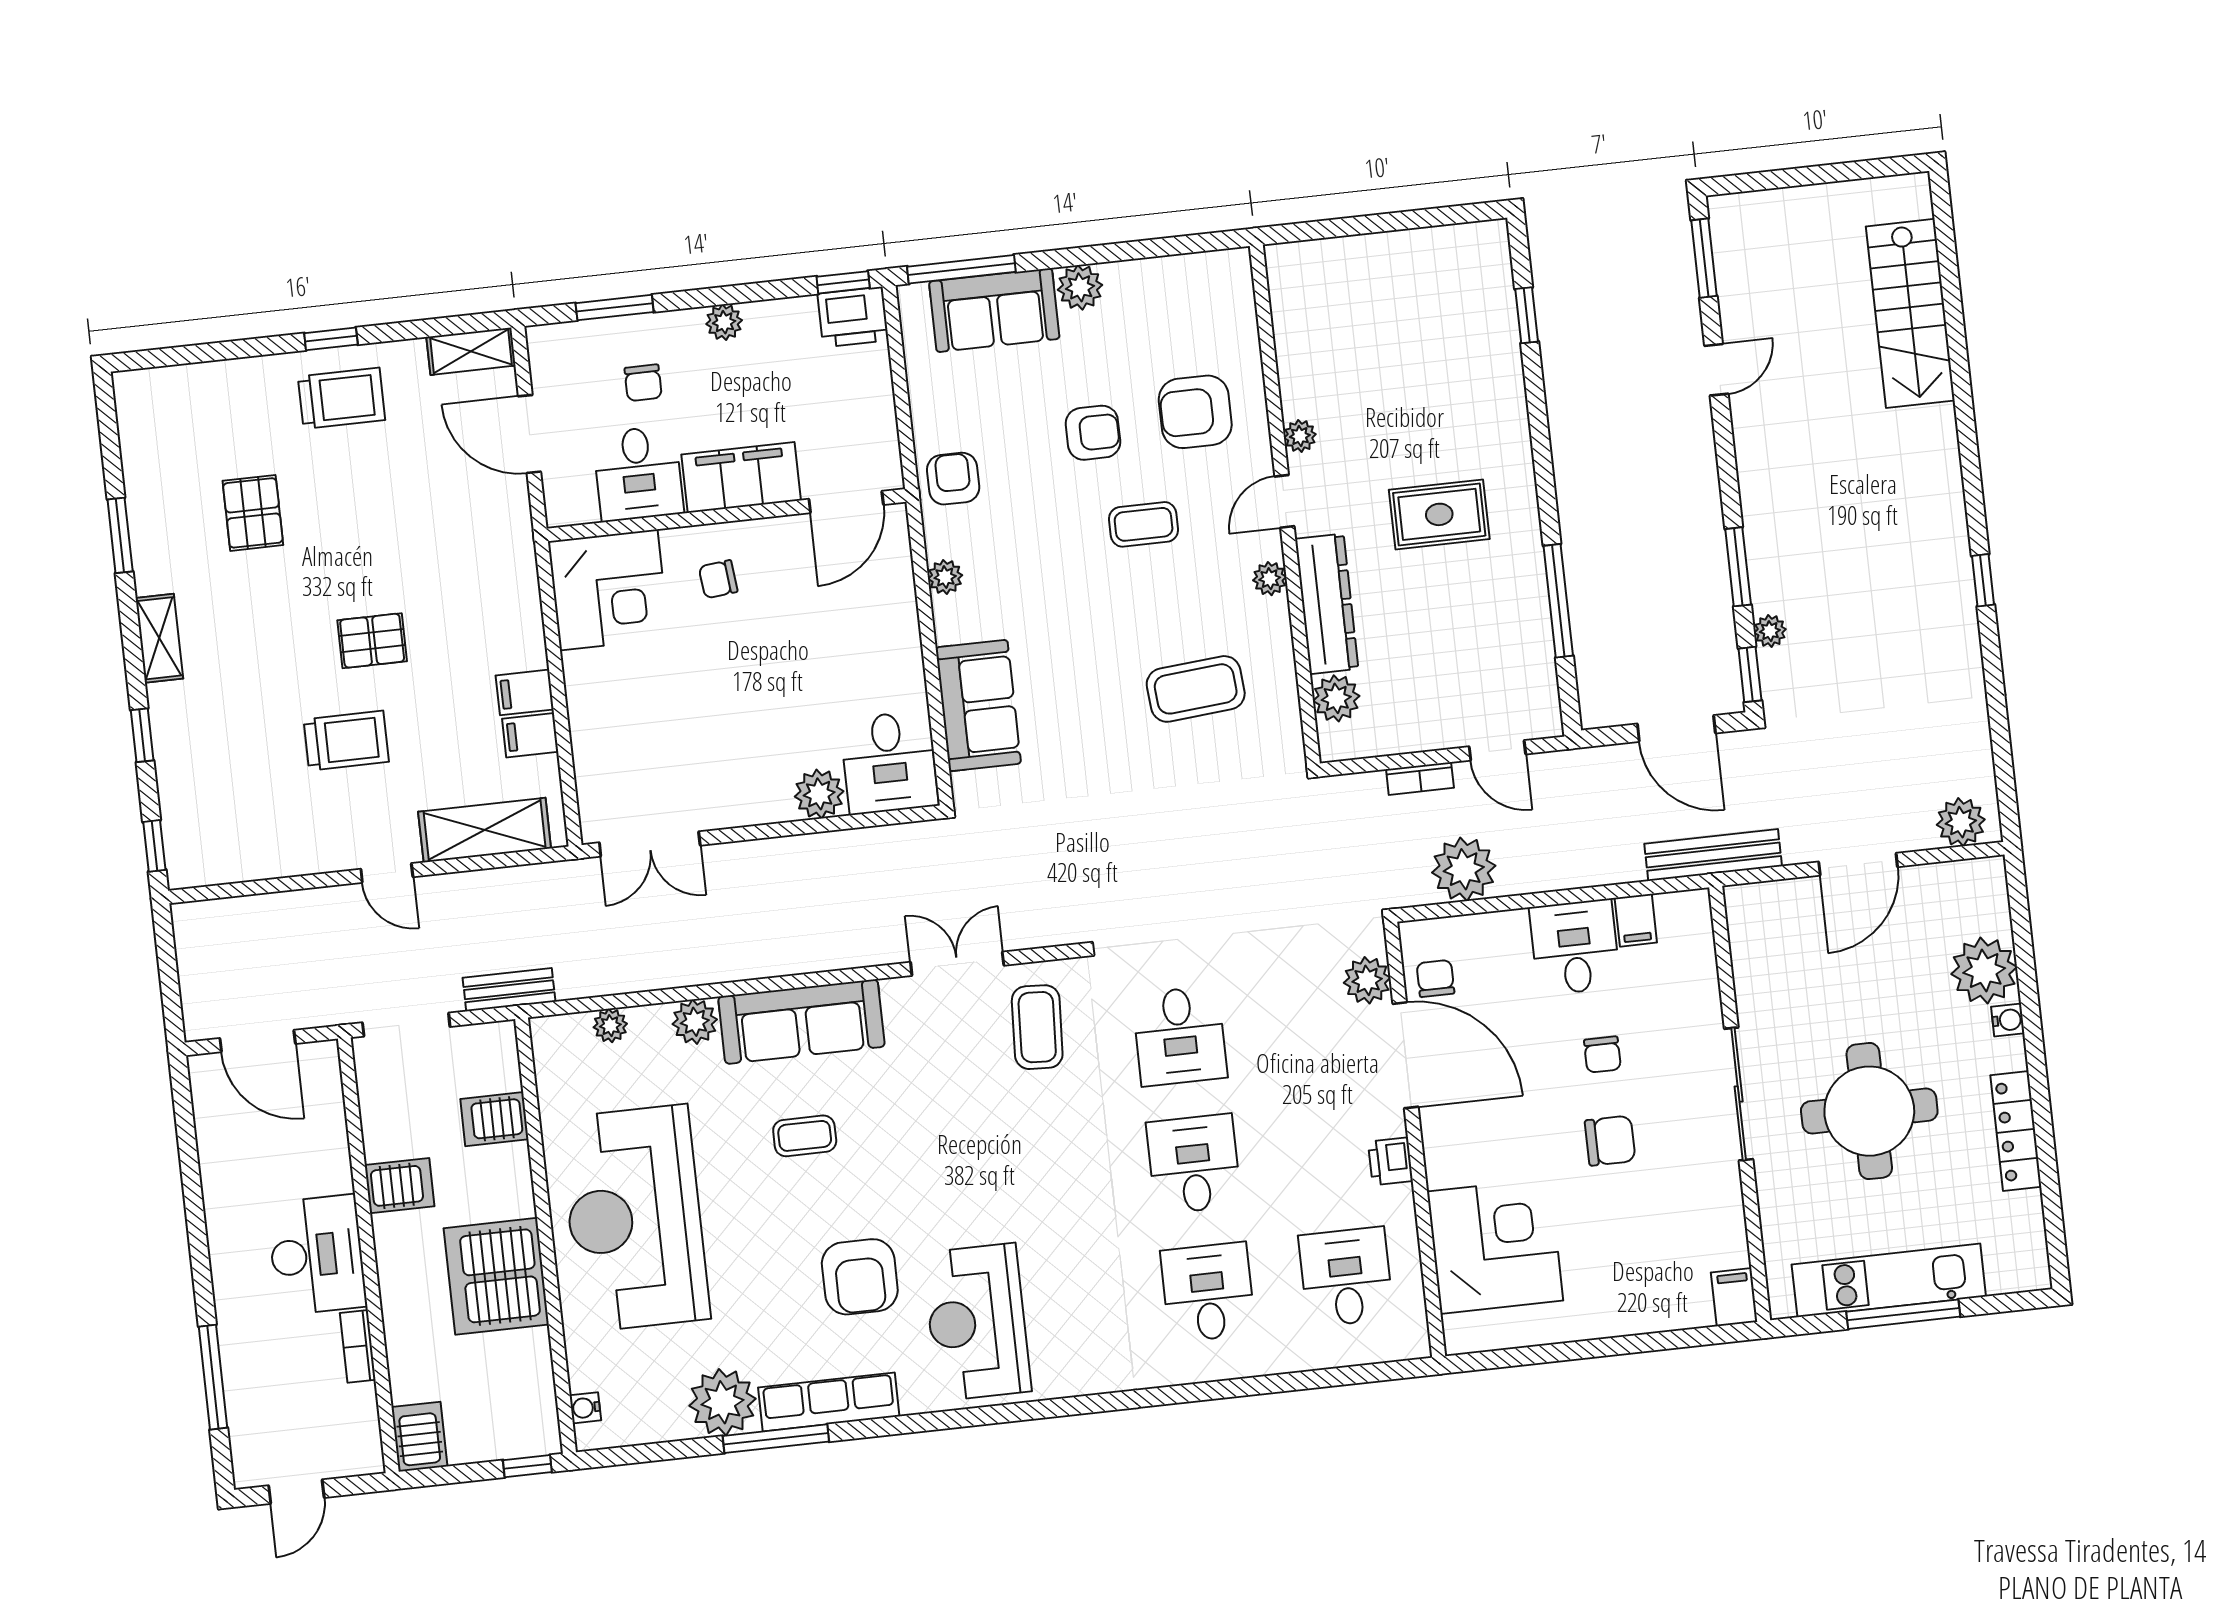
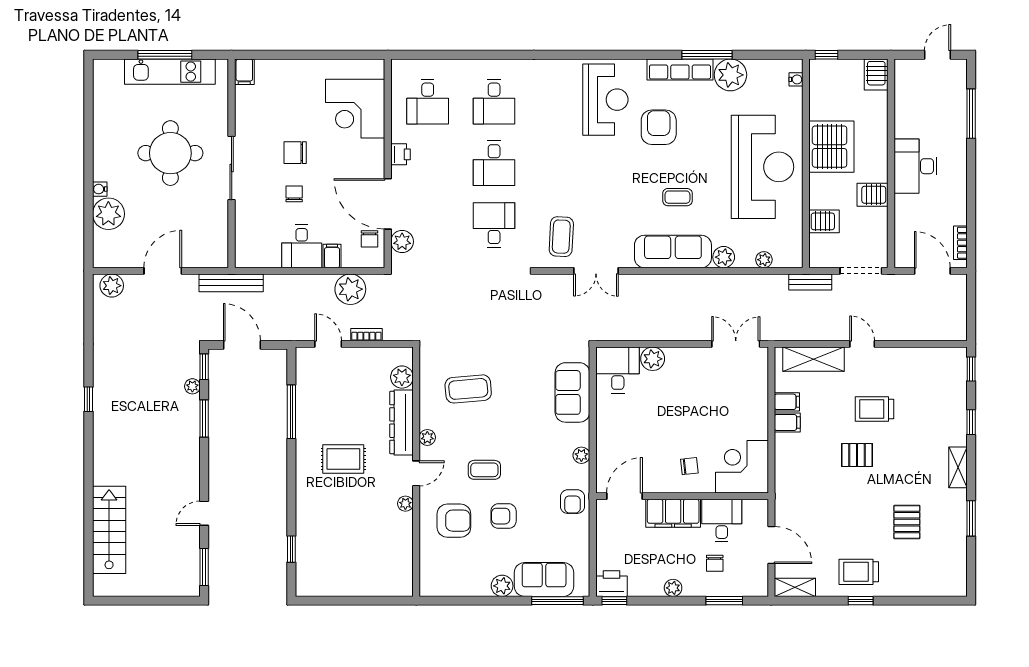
chair: (643, 383) -> (715, 563), turned 180
filing cabinet: (1636, 920) -> (332, 256), moved
locker: (2016, 1131) -> (102, 136), removed
bookcase: (358, 1346) -> (960, 243), moved, turned 180

